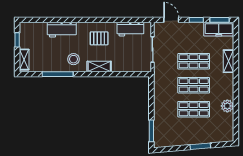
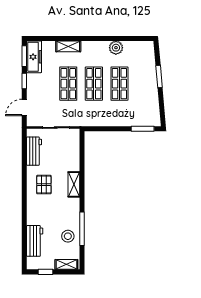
workbench: (62, 30) -> (35, 241), moved
stool: (73, 59) -> (68, 236), moved

